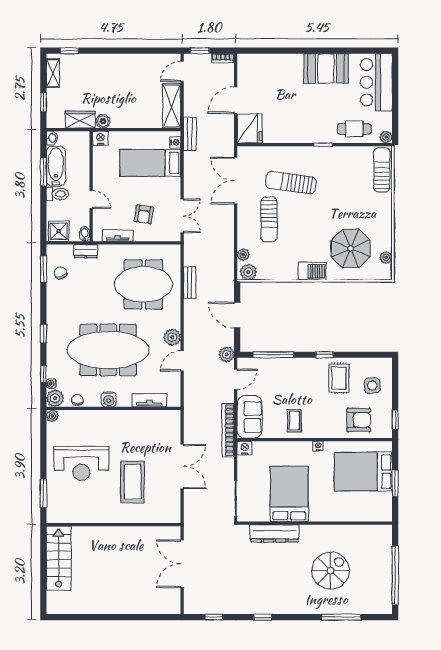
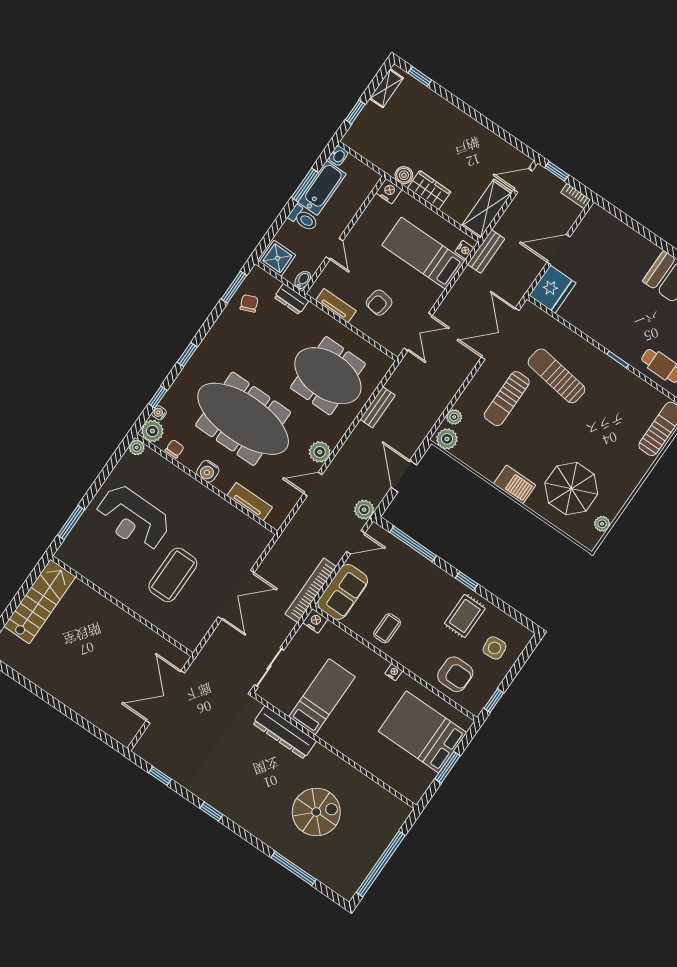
wardrobe: (80, 120) -> (429, 190), moved
bed: (289, 494) -> (322, 697), width x0.67

